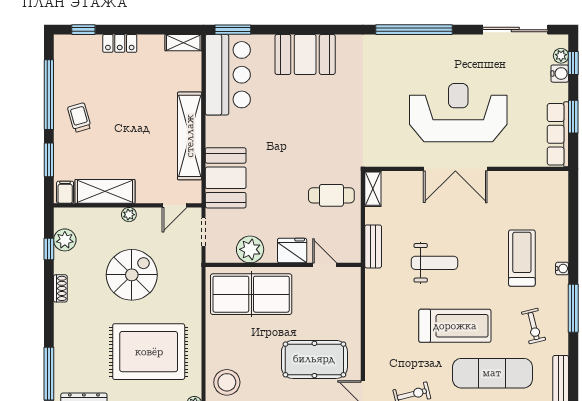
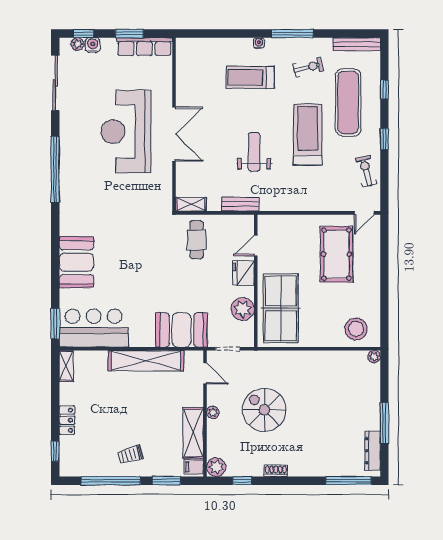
plant: (65, 240) -> (216, 467), moved
rug: (149, 352) -> (330, 396), removed

